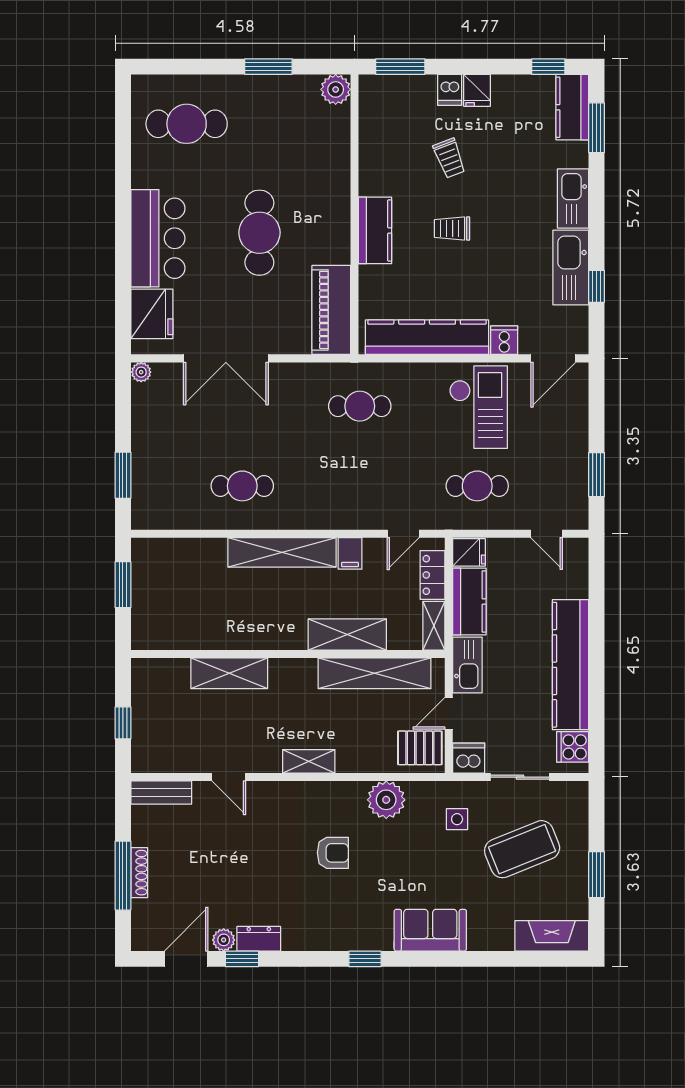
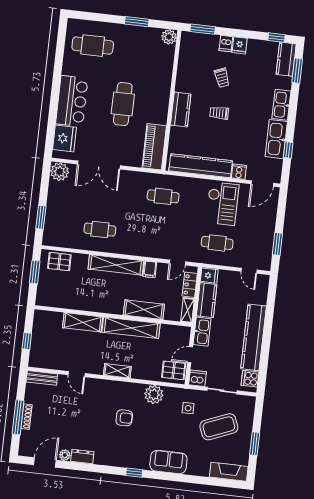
plant: (141, 372) -> (60, 172), width x1.88, depth x1.88
pallet: (169, 559) -> (59, 262), added
shelving: (375, 673) -> (131, 328), moved
window: (242, 959) -> (73, 466), removed

